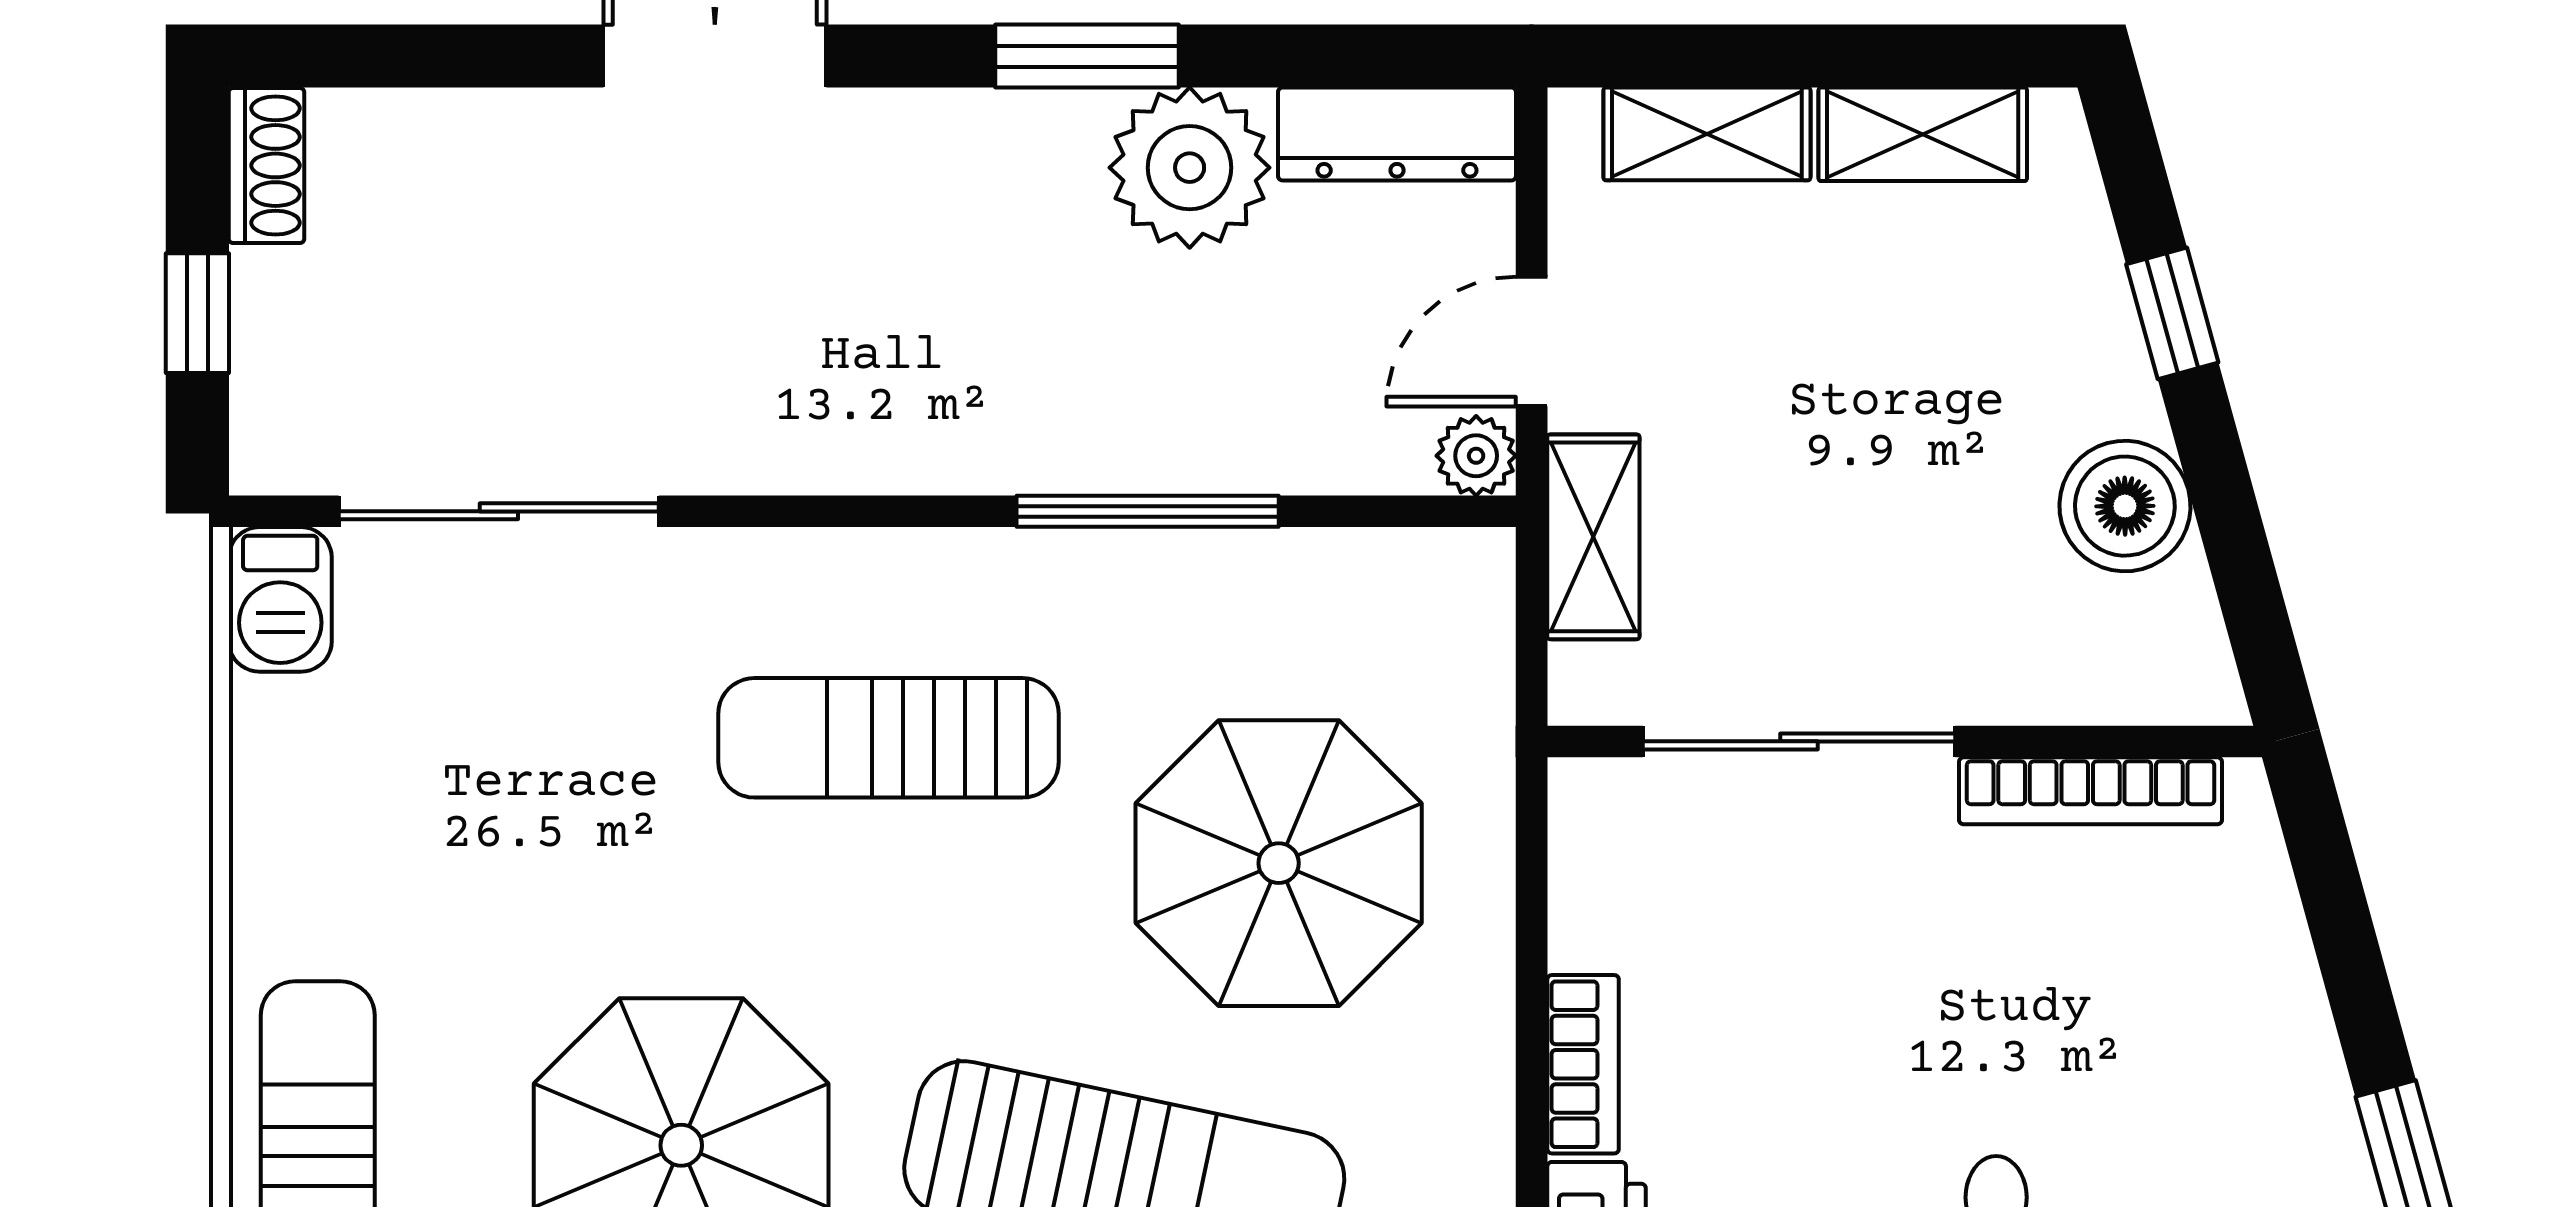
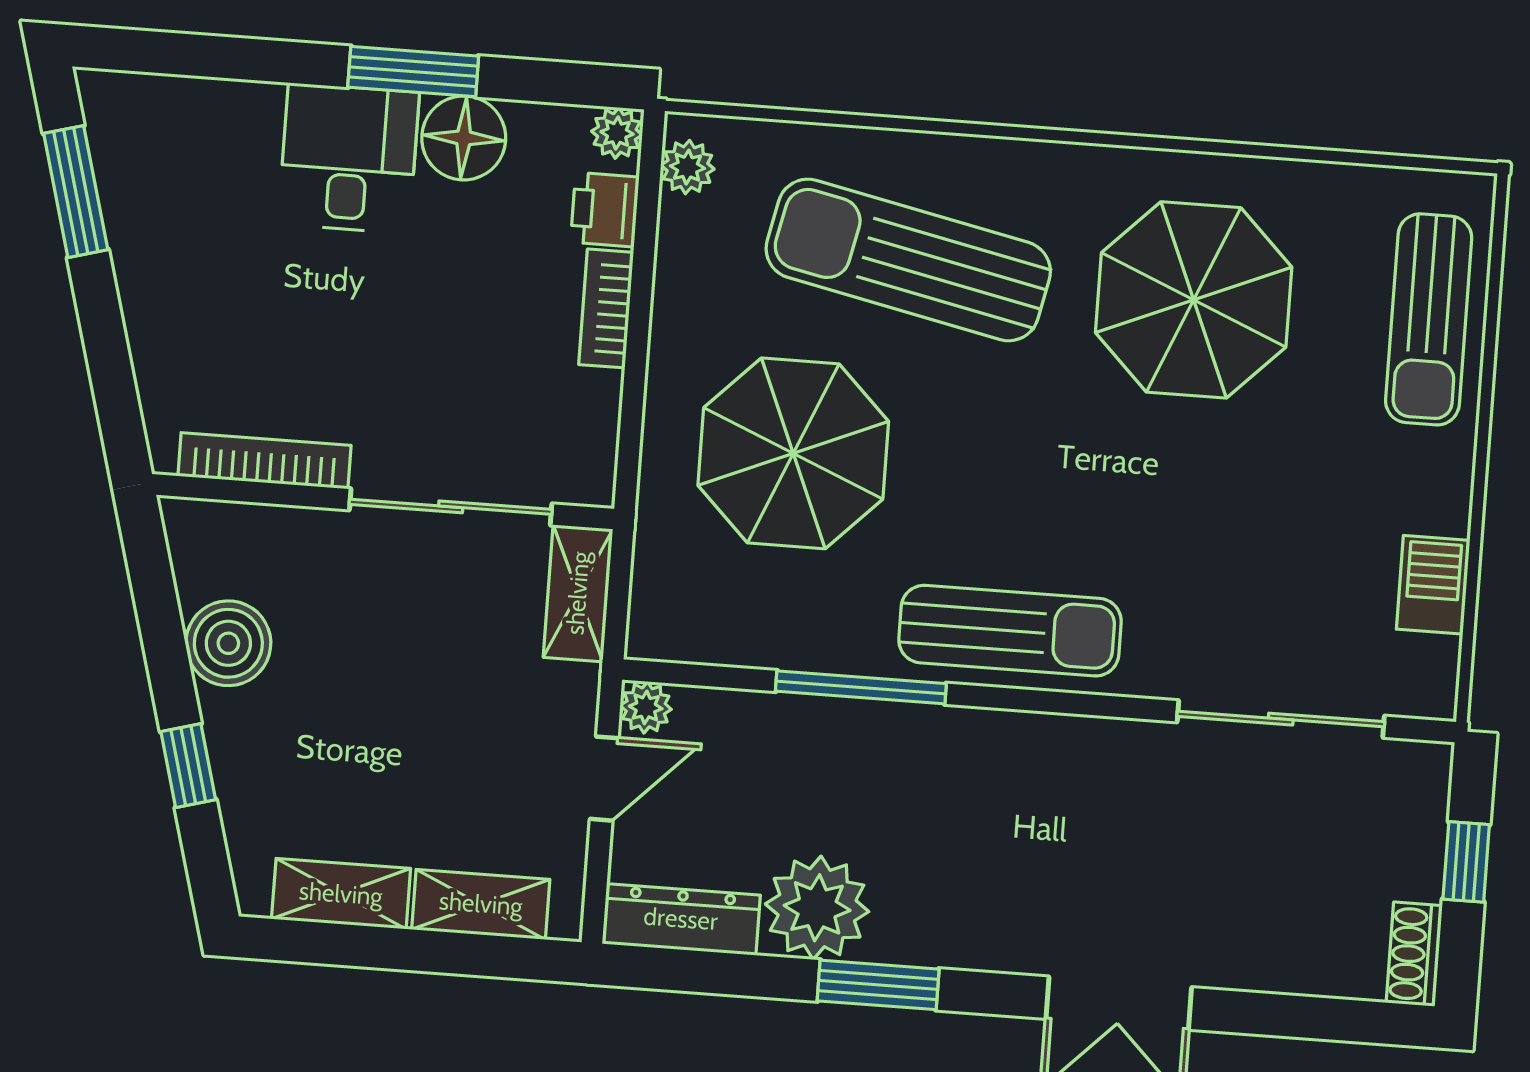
shelving: (1593, 537) -> (578, 593), moved
barbecue: (280, 599) -> (1433, 585), moved
sun lounger: (889, 738) -> (1010, 631), moved

